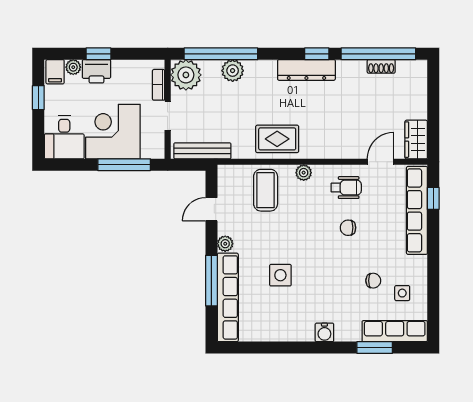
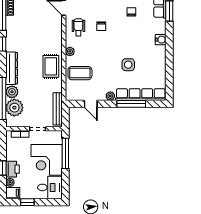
dresser: (306, 70) -> (12, 68), moved
plant: (186, 75) -> (14, 108), moved

